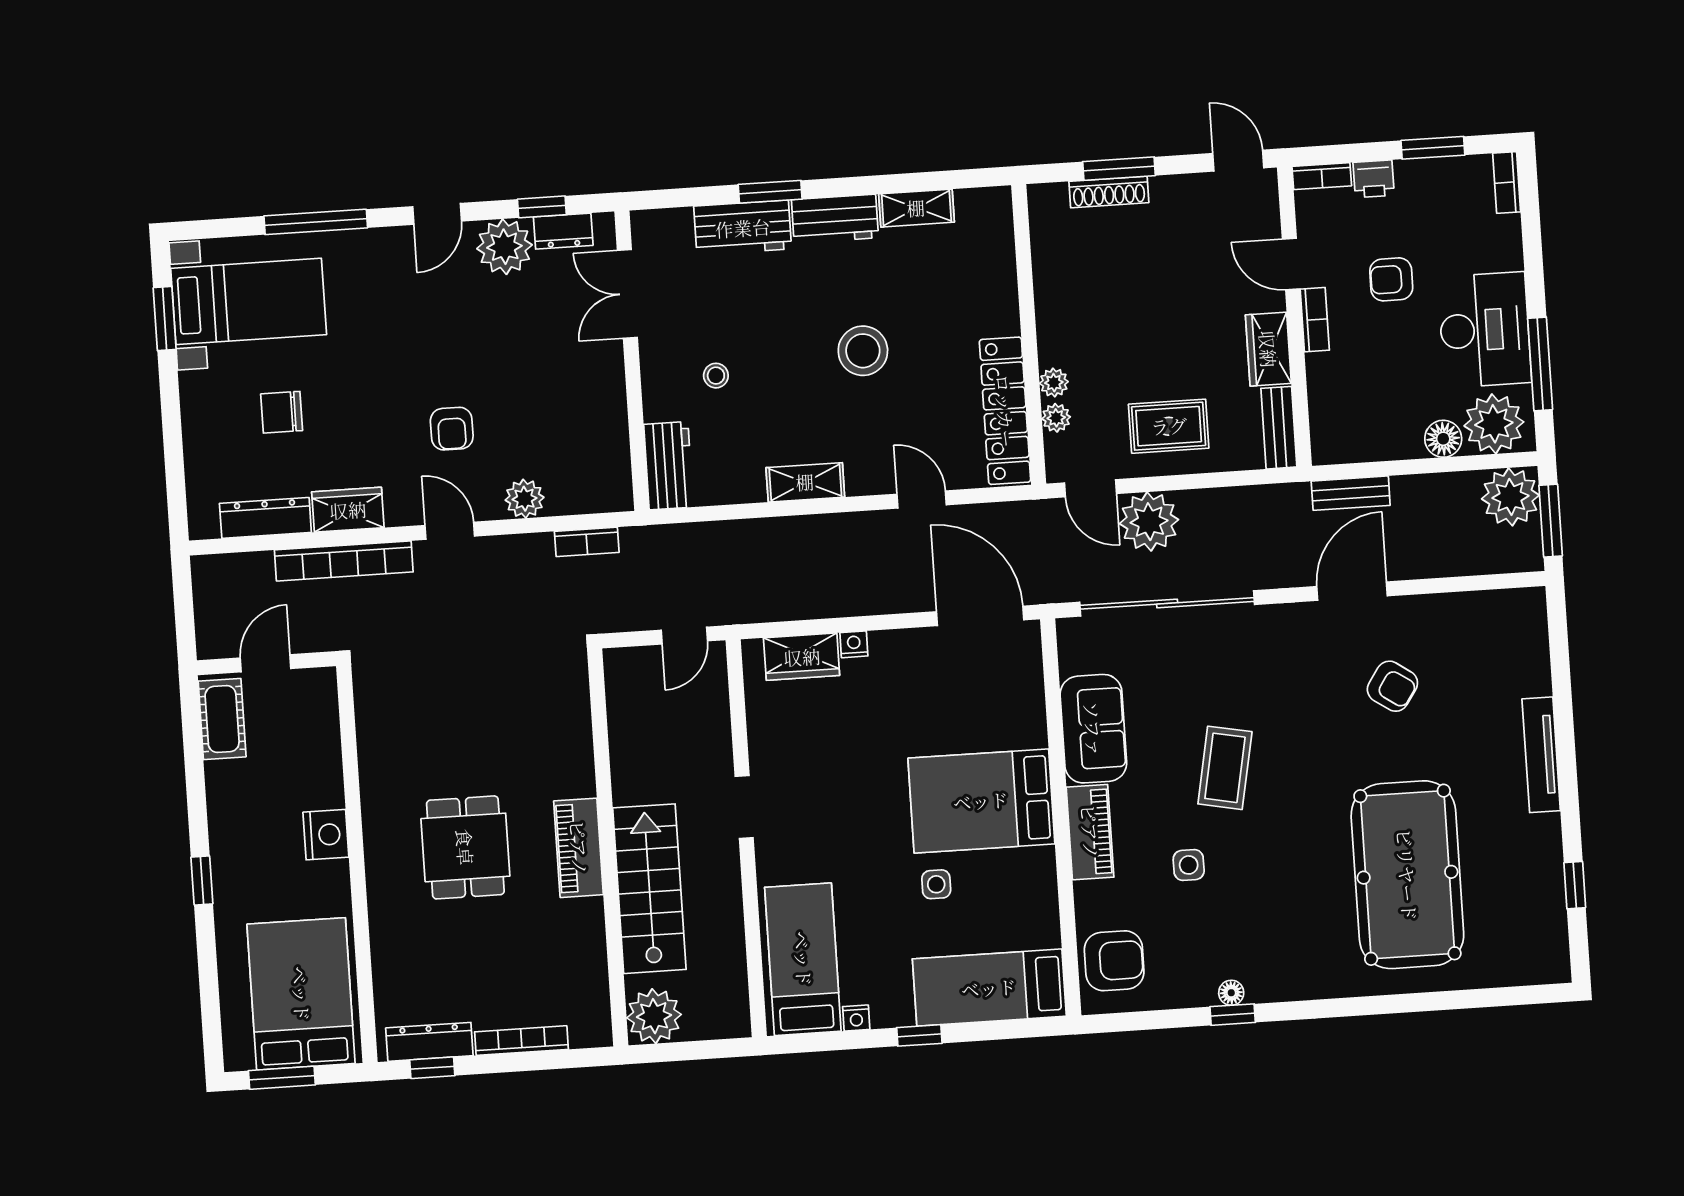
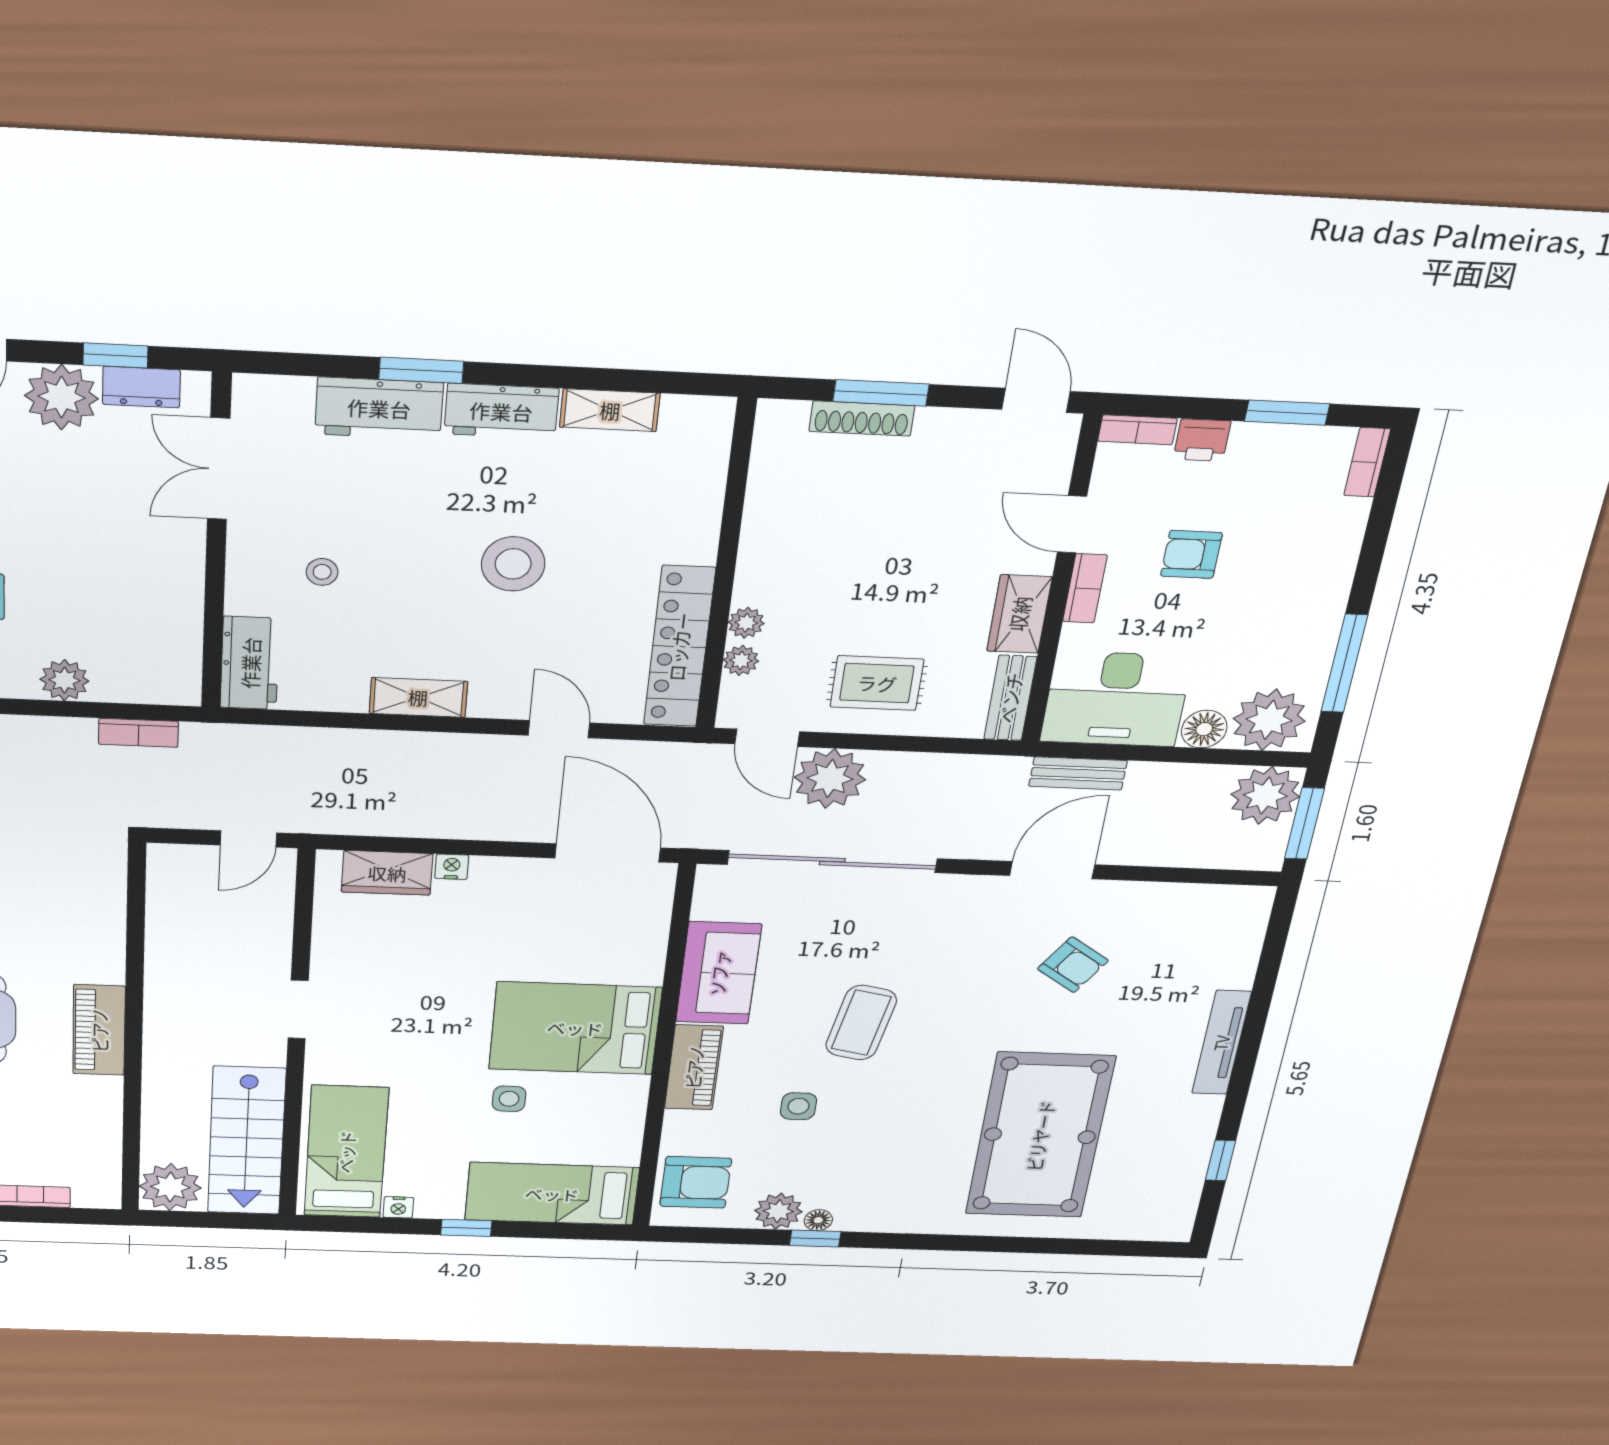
desk: (1485, 330) -> (1116, 699), moved, turned 90
stairs: (649, 889) -> (247, 1141), moved, turned 180
plant: (1194, 986) -> (778, 1211), added

